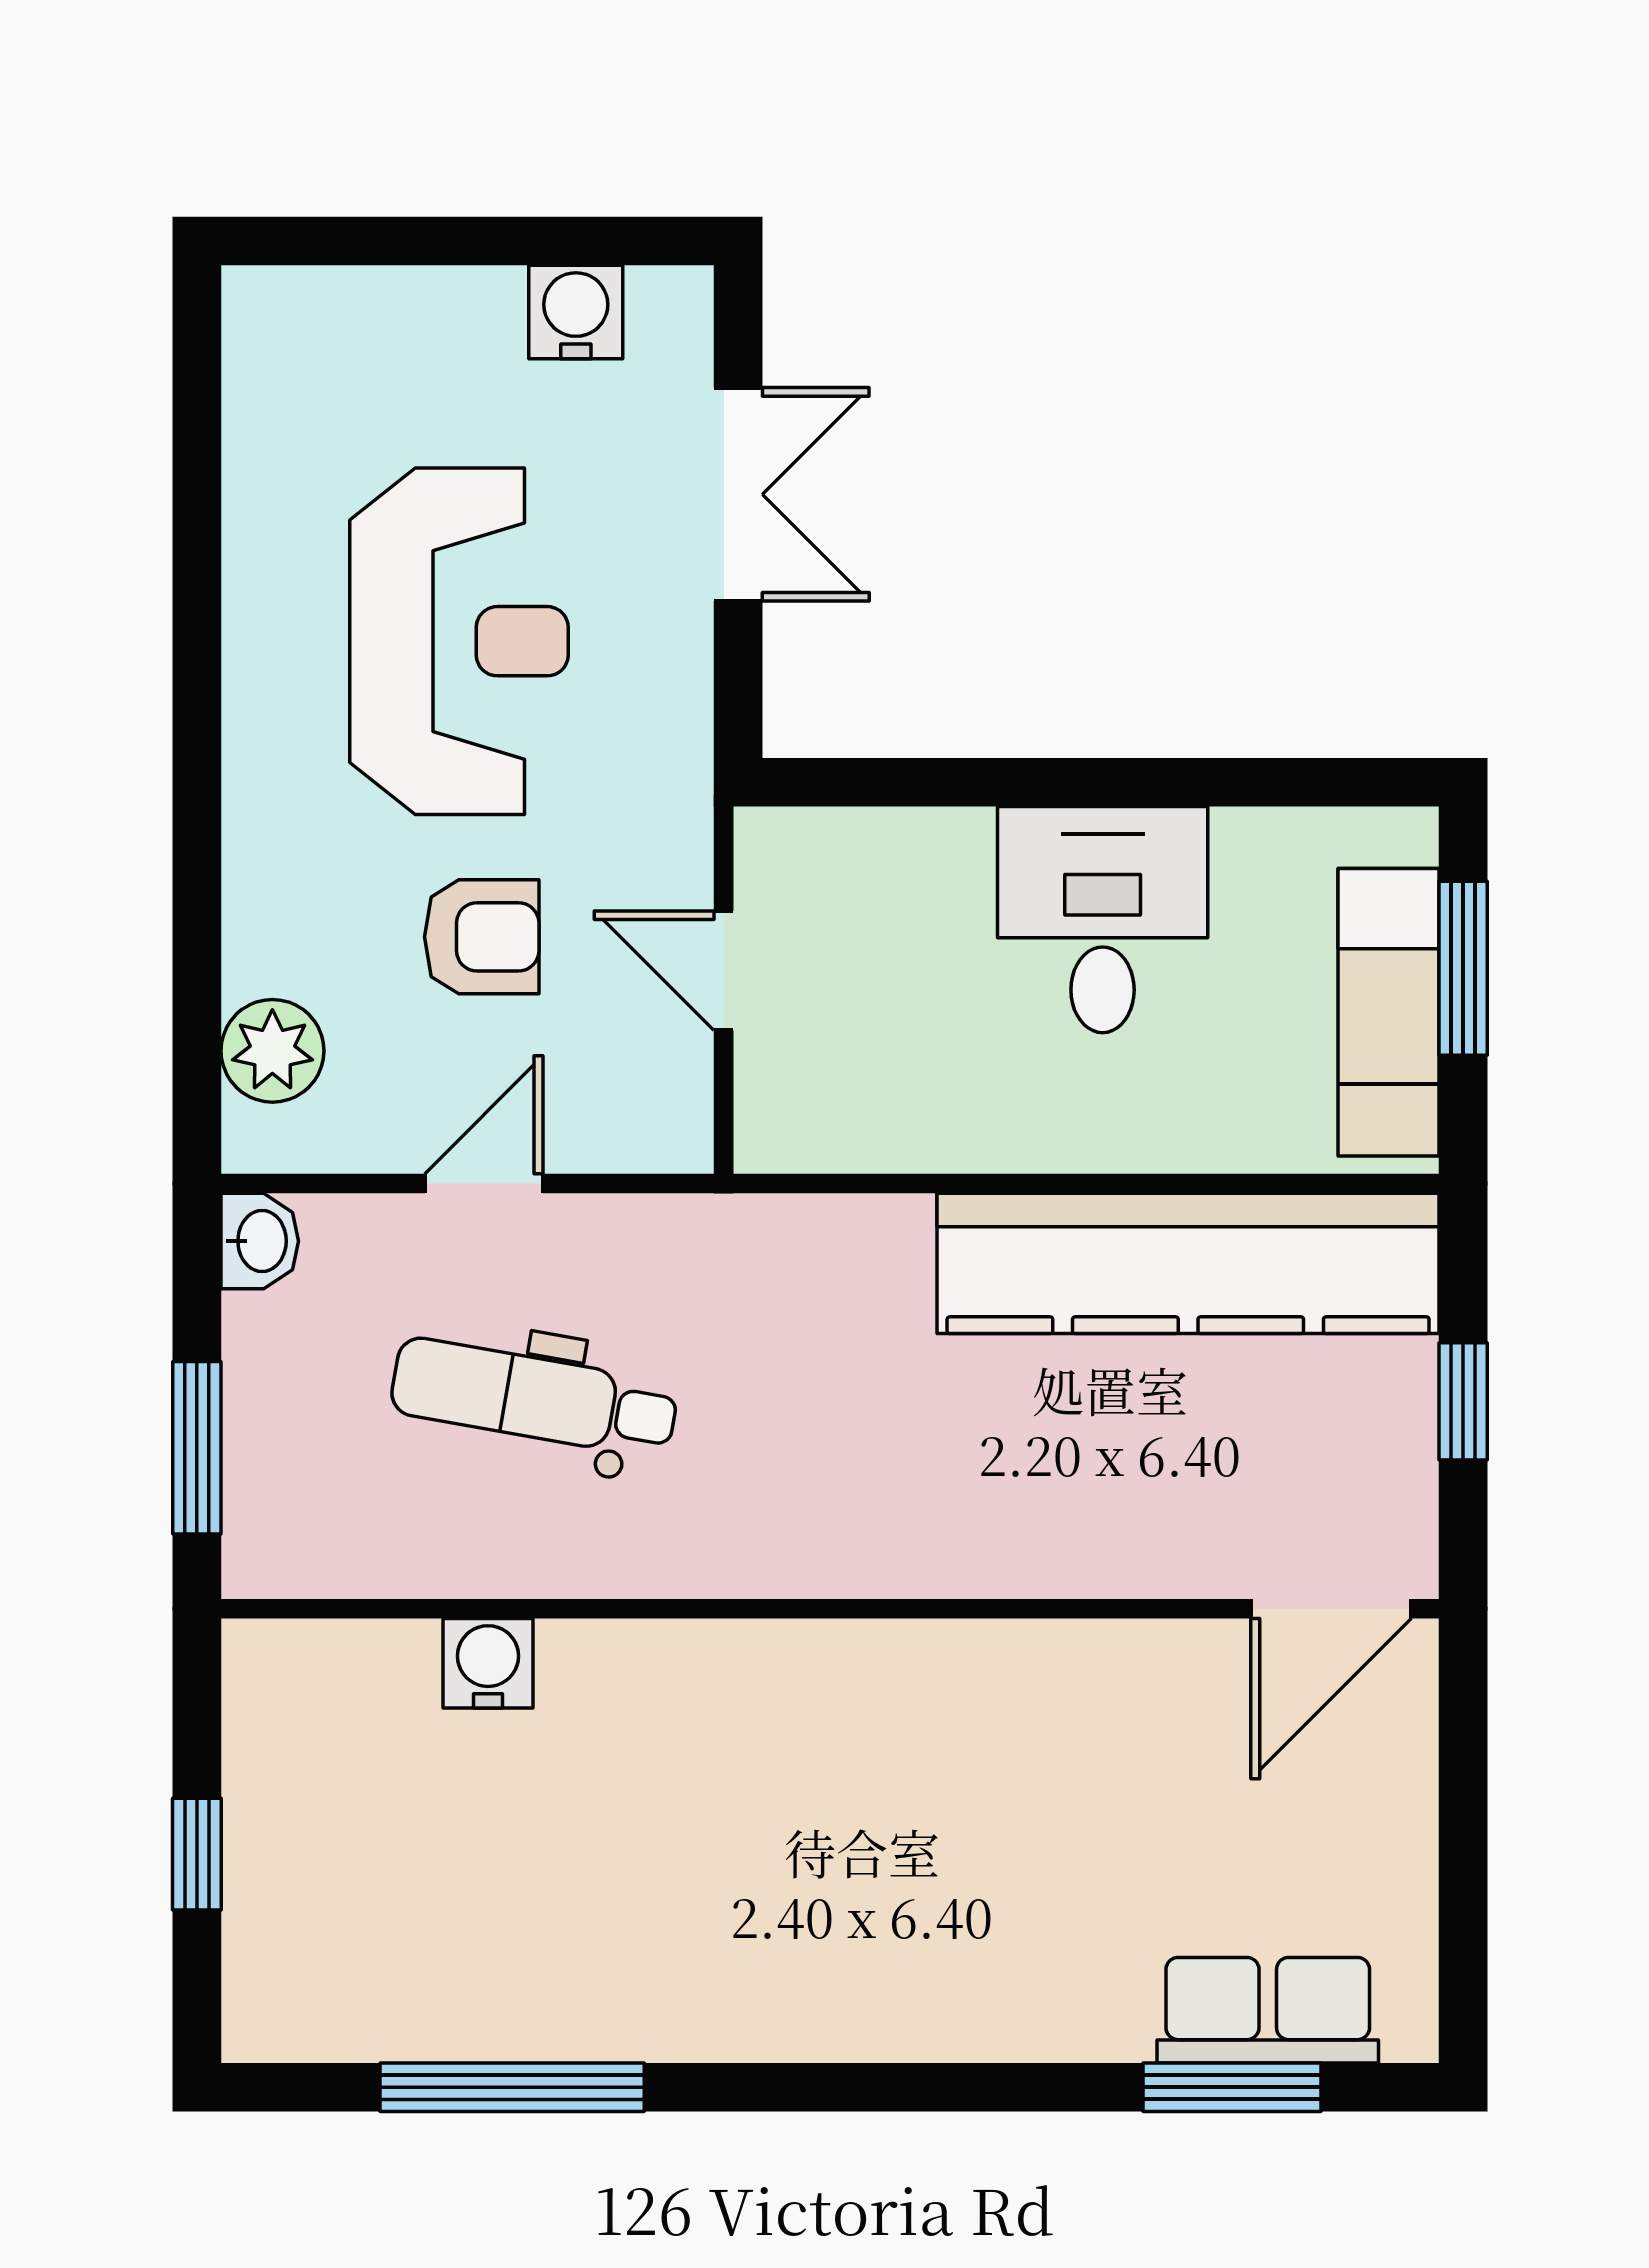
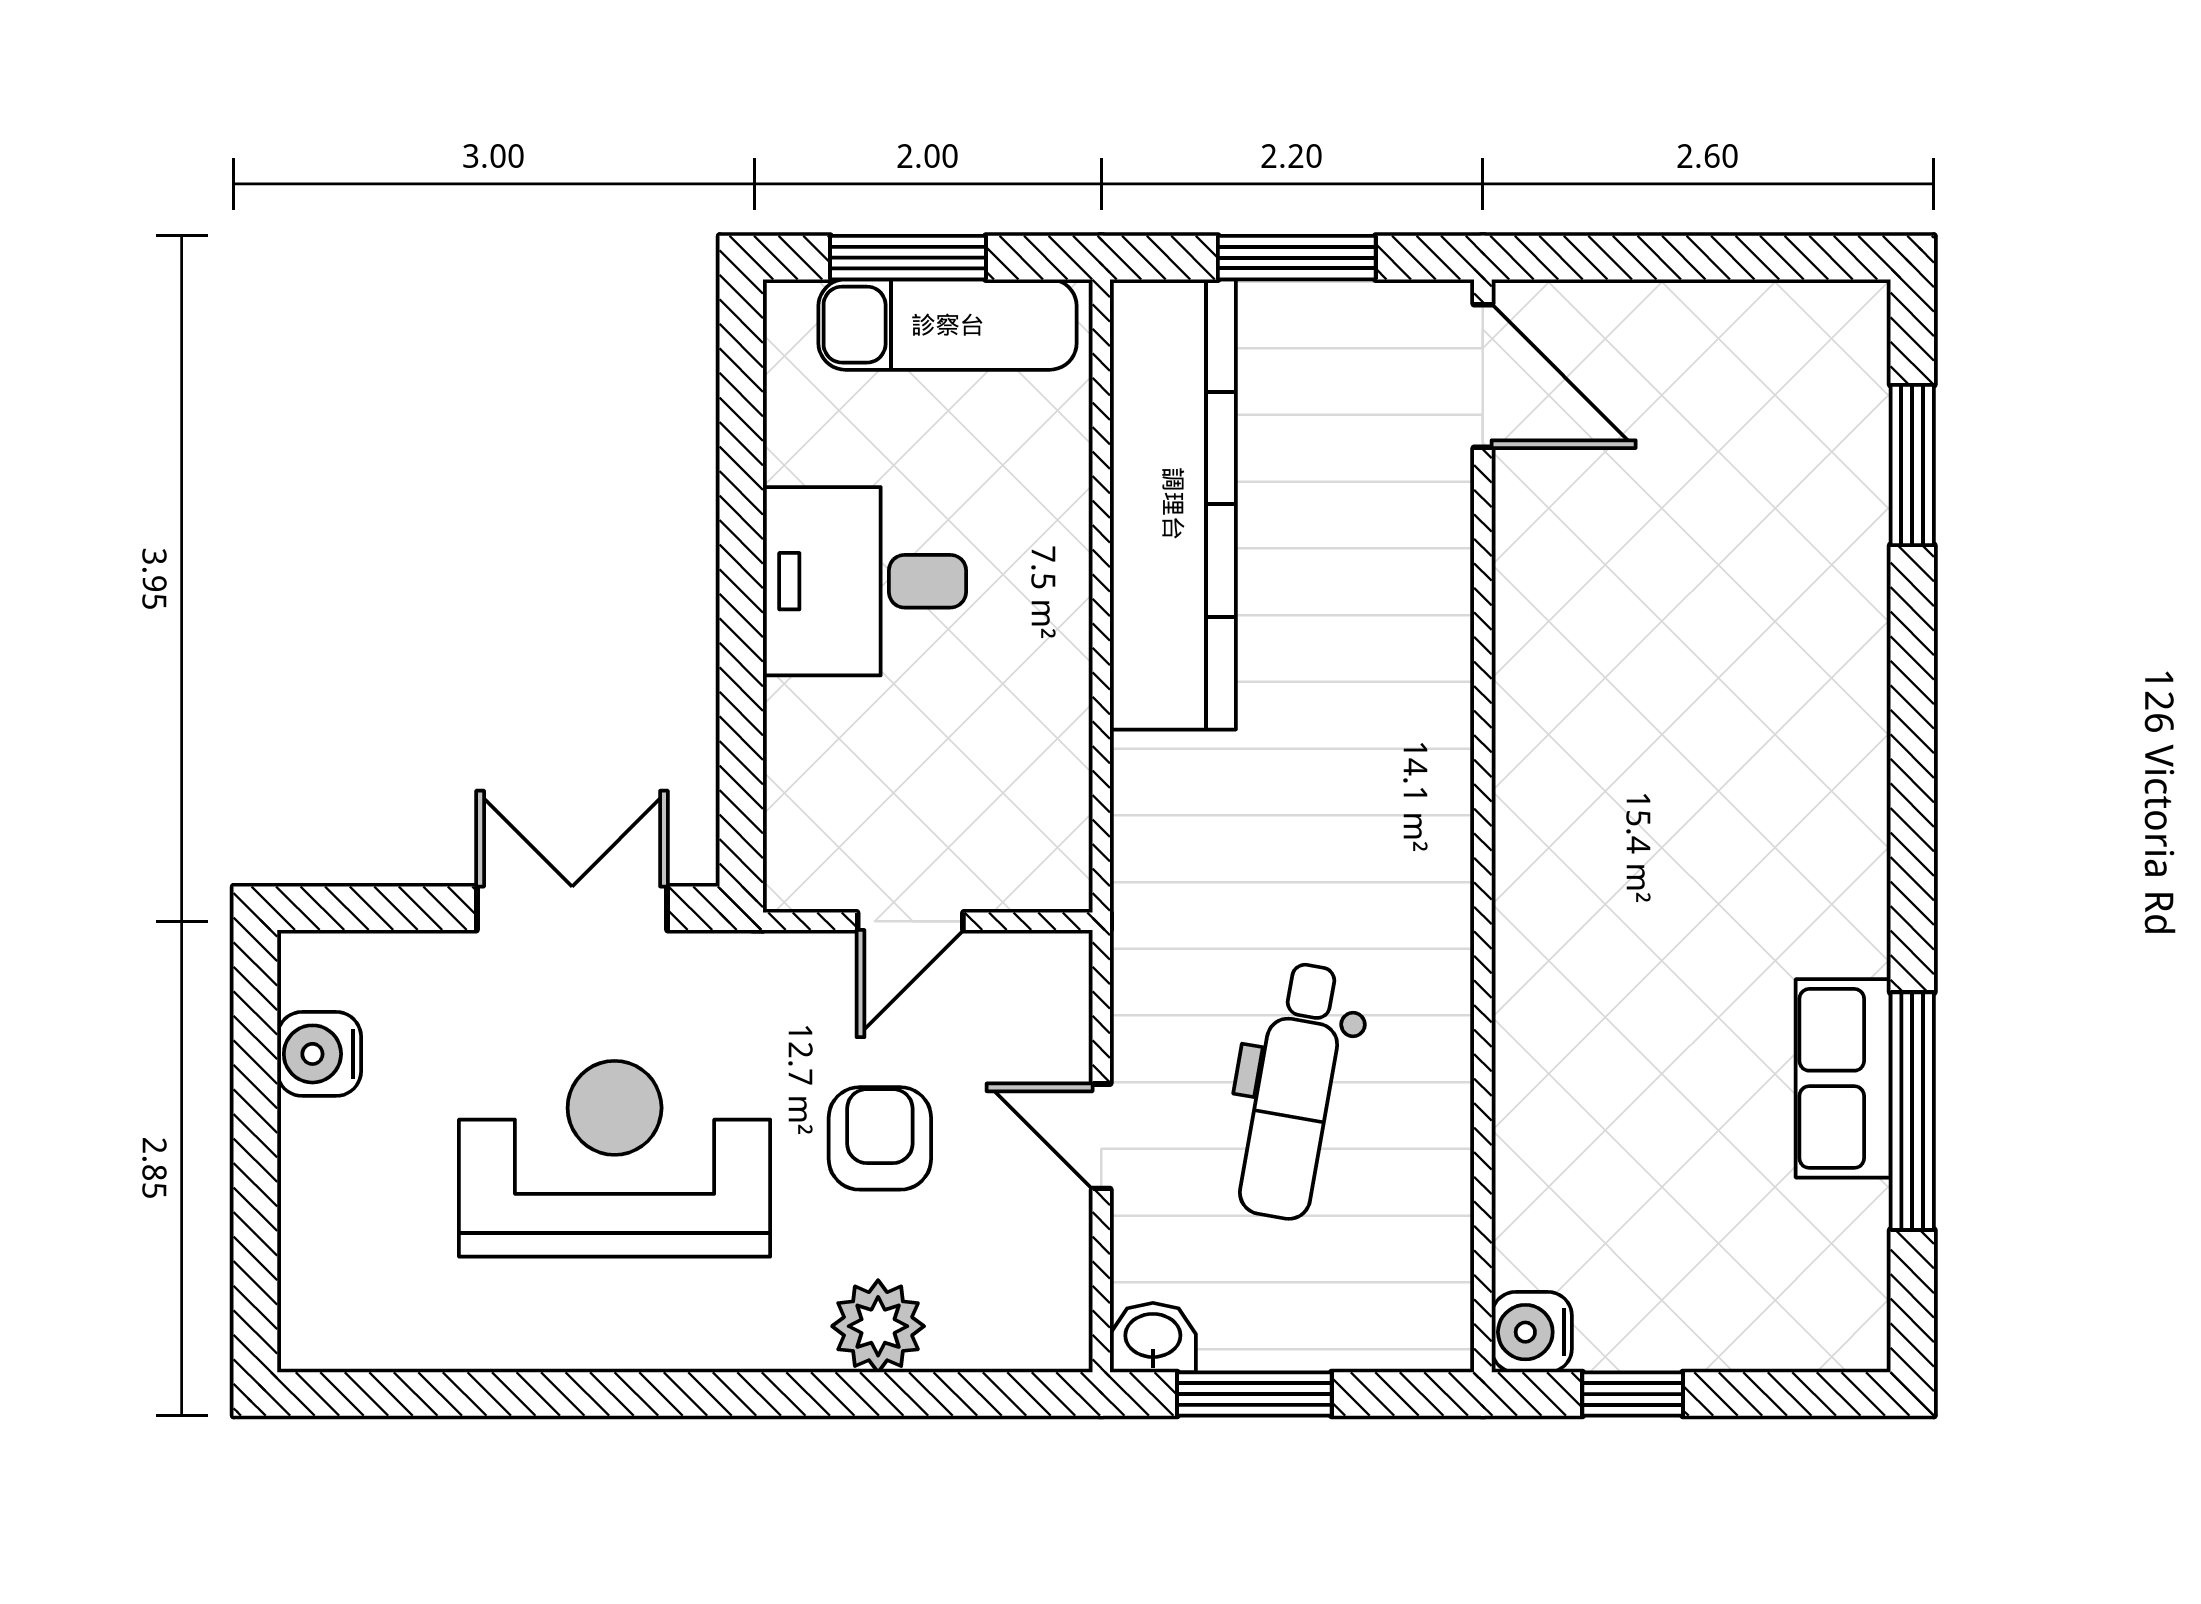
double door: (738, 494) -> (572, 908), moved
plant: (272, 1051) -> (878, 1326), moved
window: (1463, 1401) -> (1297, 258), width x1.50
window: (197, 1448) -> (1254, 1394), moved
water cooler: (488, 1663) -> (1532, 1332), moved
window: (197, 1854) -> (1633, 1394), moved
row of seats: (1268, 2010) -> (1843, 1078), moved

